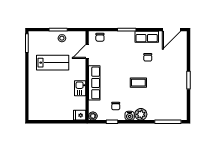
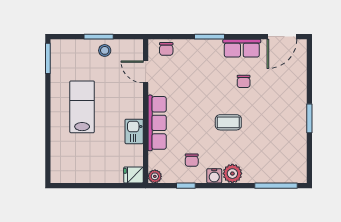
door: (87, 51) -> (146, 72), hinge flipped
lab bench: (53, 63) -> (82, 107), moved, turned -90

